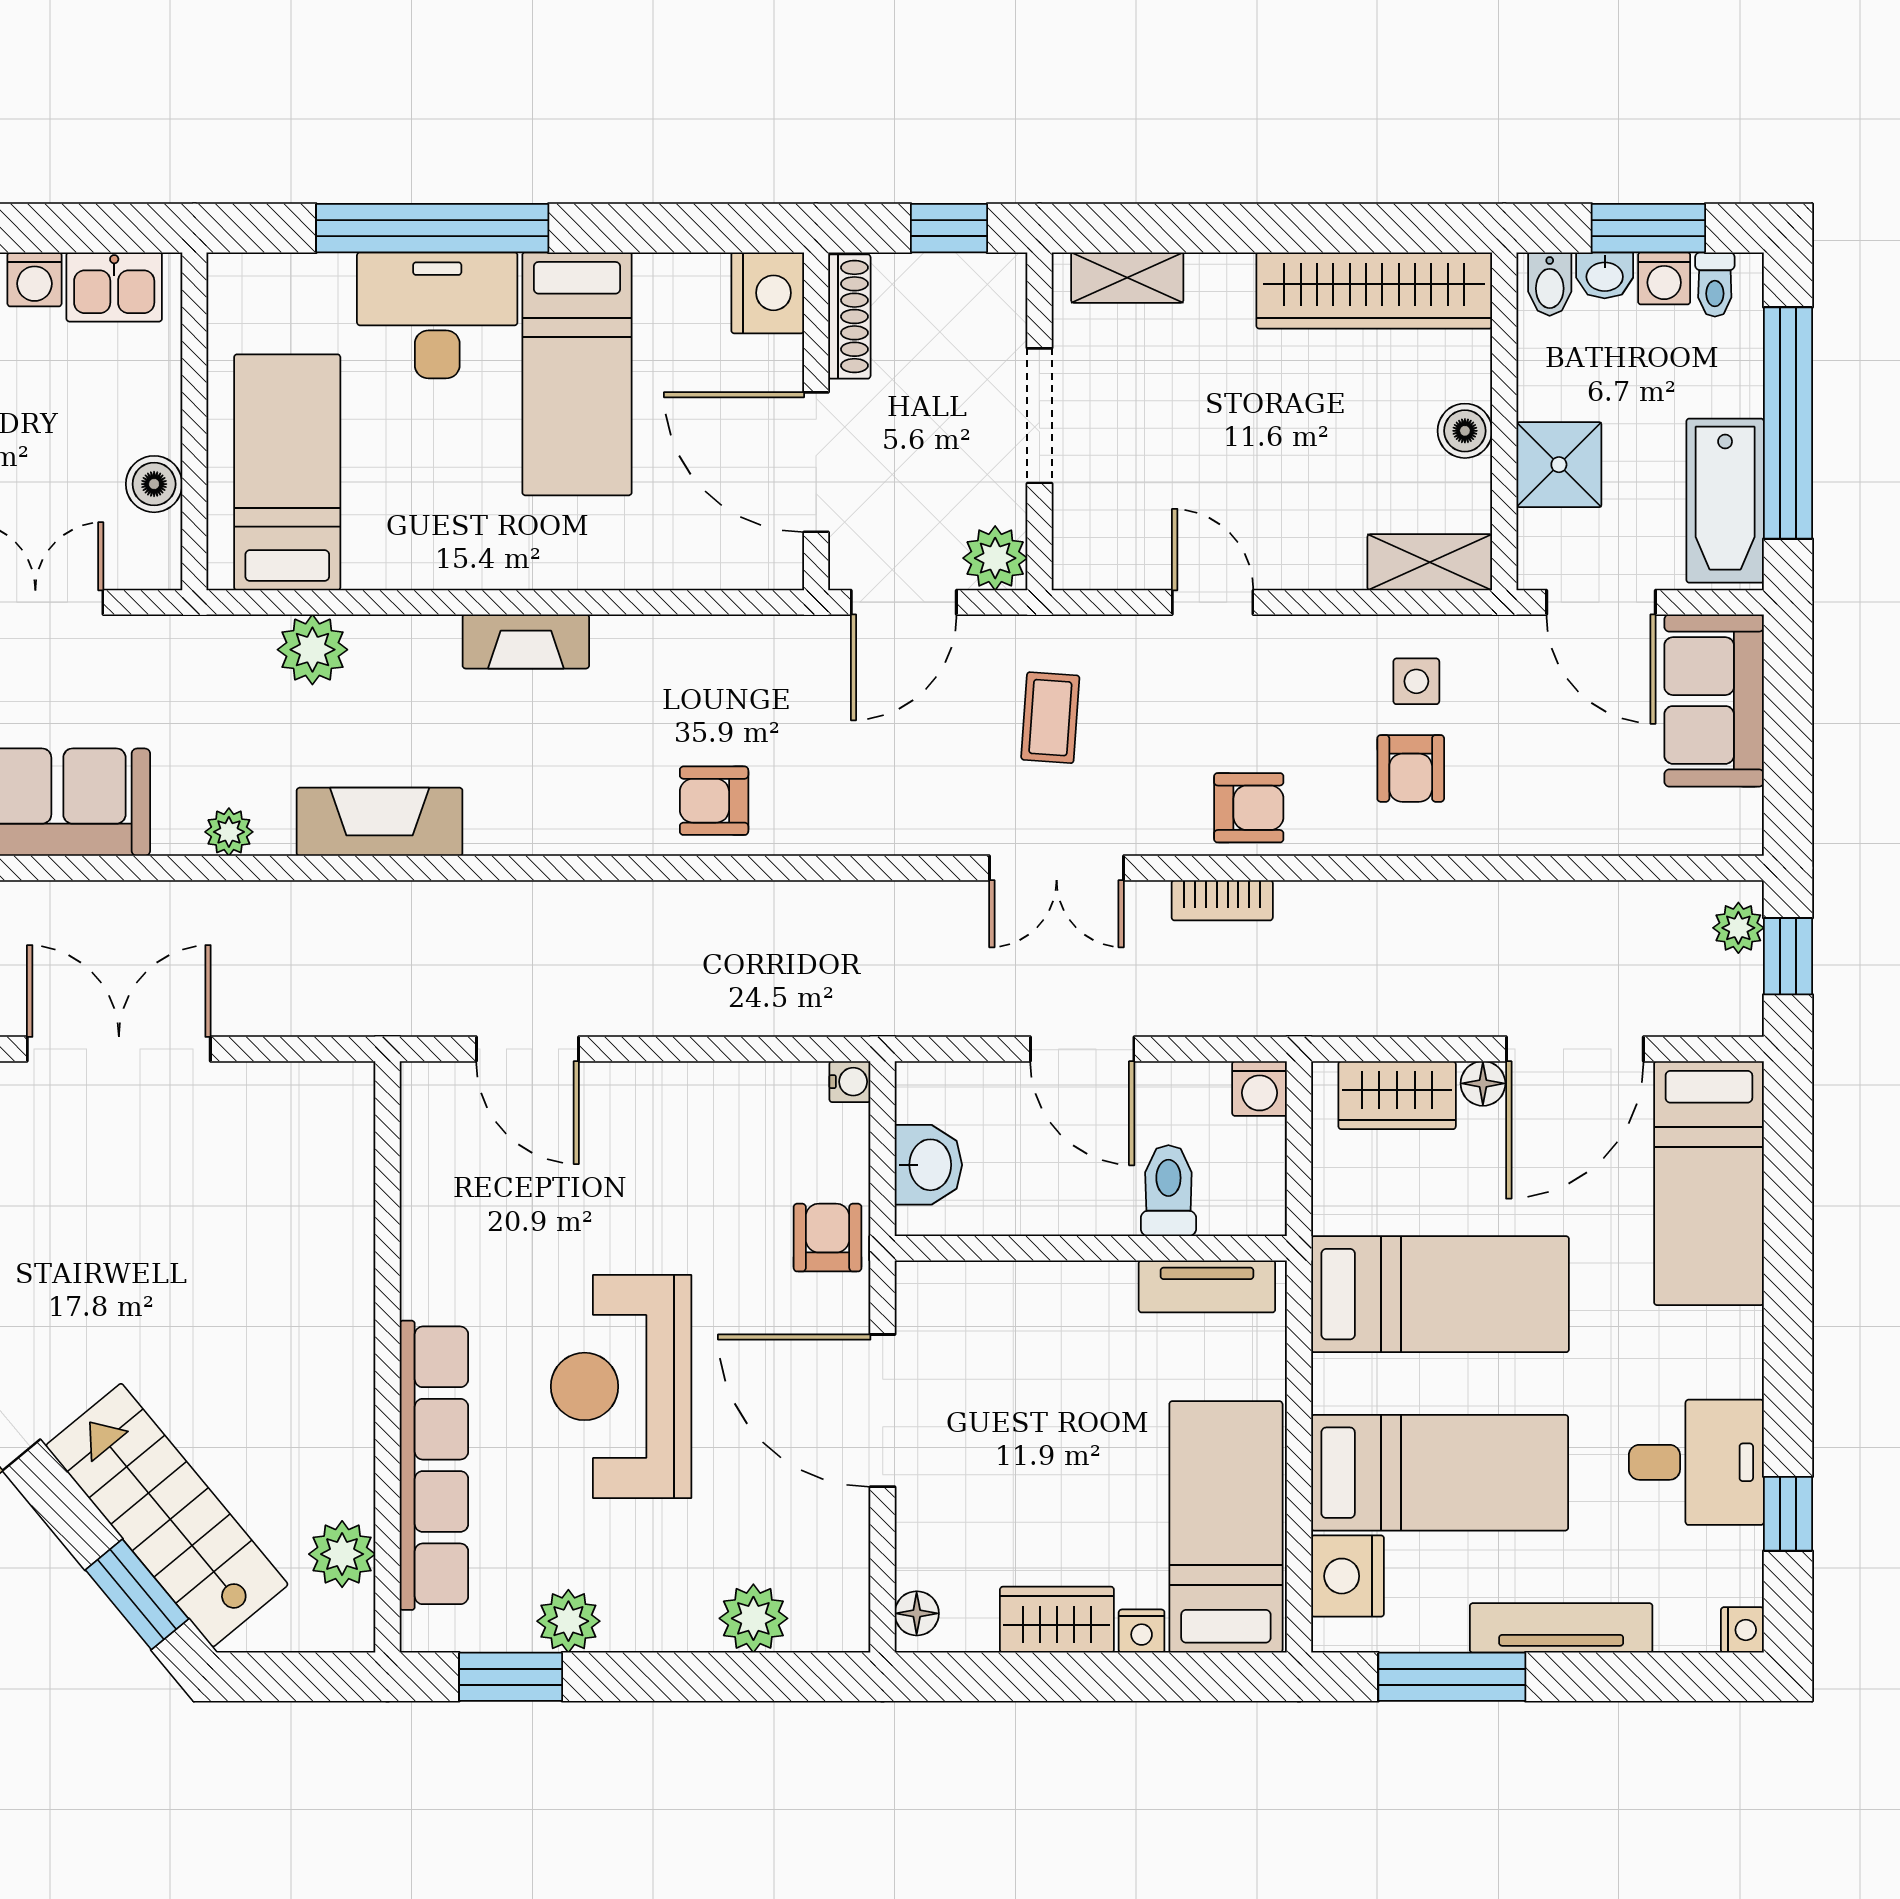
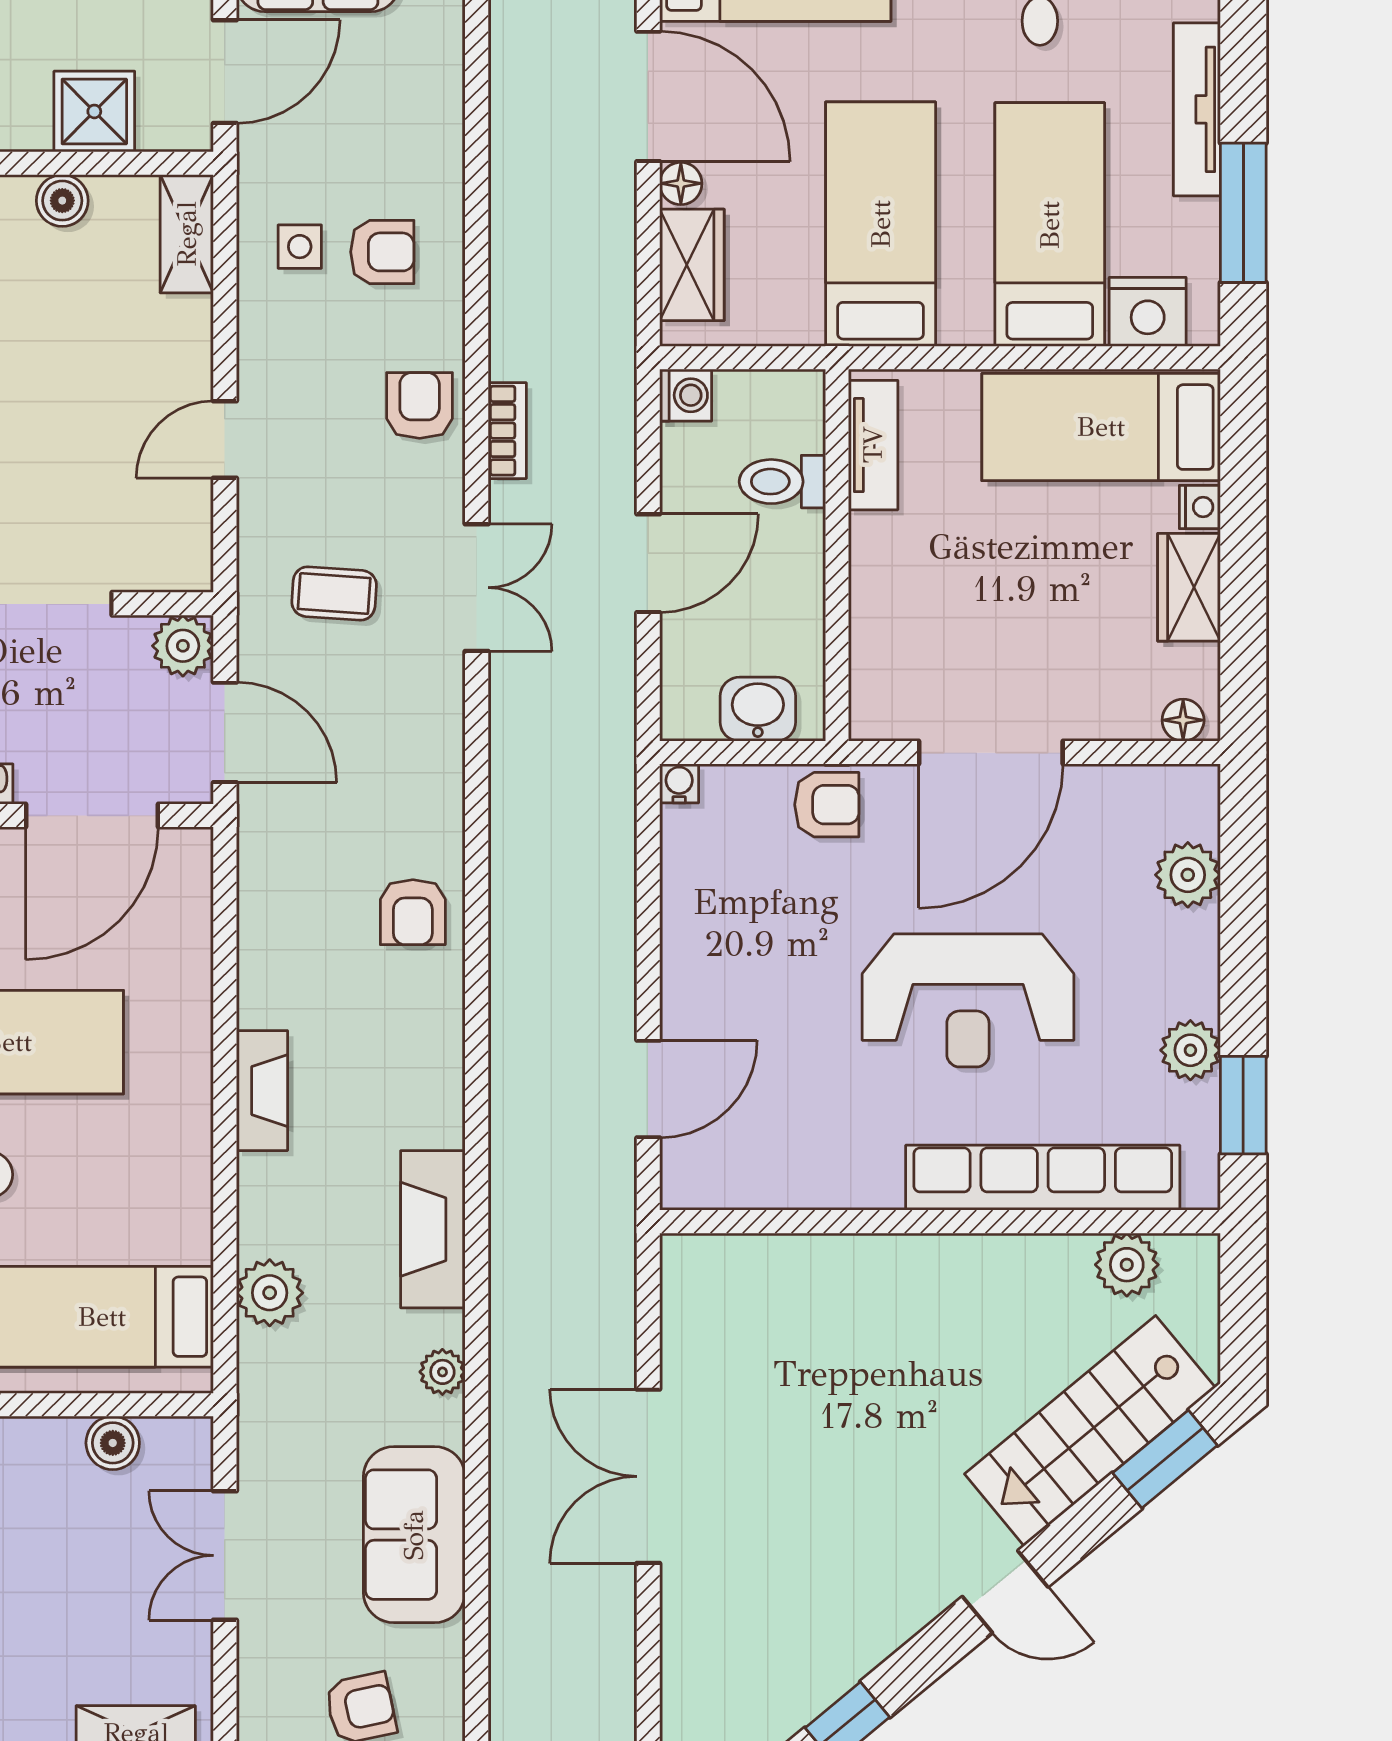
armchair: (828, 1238) -> (827, 805), turned 180

